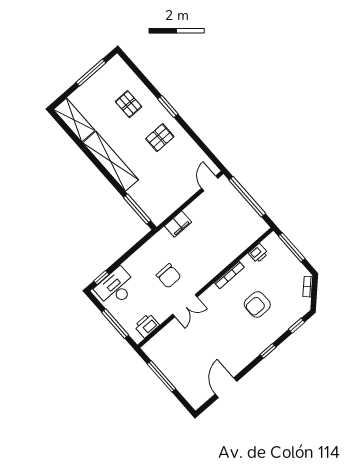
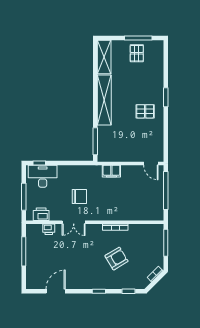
pallet: (128, 104) -> (137, 53), moved
door: (210, 183) -> (151, 163), swing flipped
printer: (258, 253) -> (49, 229), moved
chair: (169, 276) -> (79, 196), turned -90
armchair: (257, 304) -> (116, 259), turned 149

